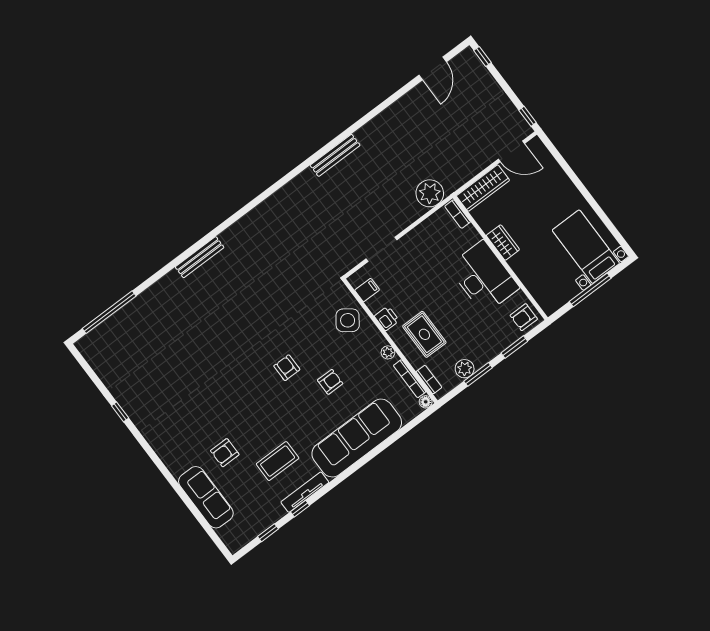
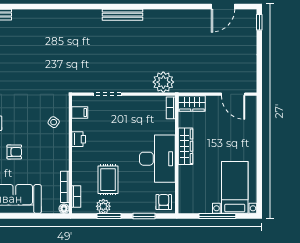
window: (528, 116) -> (259, 80), removed
wardrobe: (483, 188) -> (192, 104), width x0.67
wardrobe: (503, 243) -> (185, 146), width x1.50
armchair: (524, 317) -> (164, 202), turned 90
side table: (348, 320) -> (54, 122), width x0.54, depth x0.54
rug: (424, 334) -> (108, 180), moved
plant: (388, 352) -> (64, 161), removed

